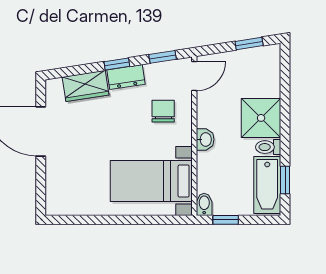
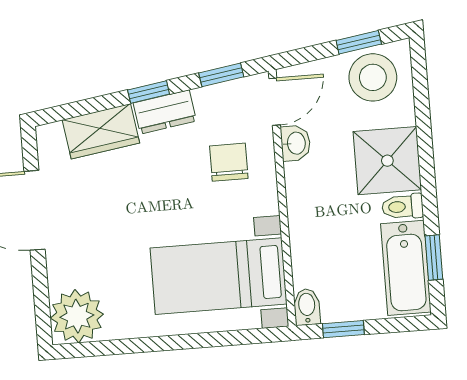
stool: (256, 66) -> (373, 77), added
washbasin: (205, 139) -> (296, 143), moved
plant: (62, 199) -> (77, 316), added

